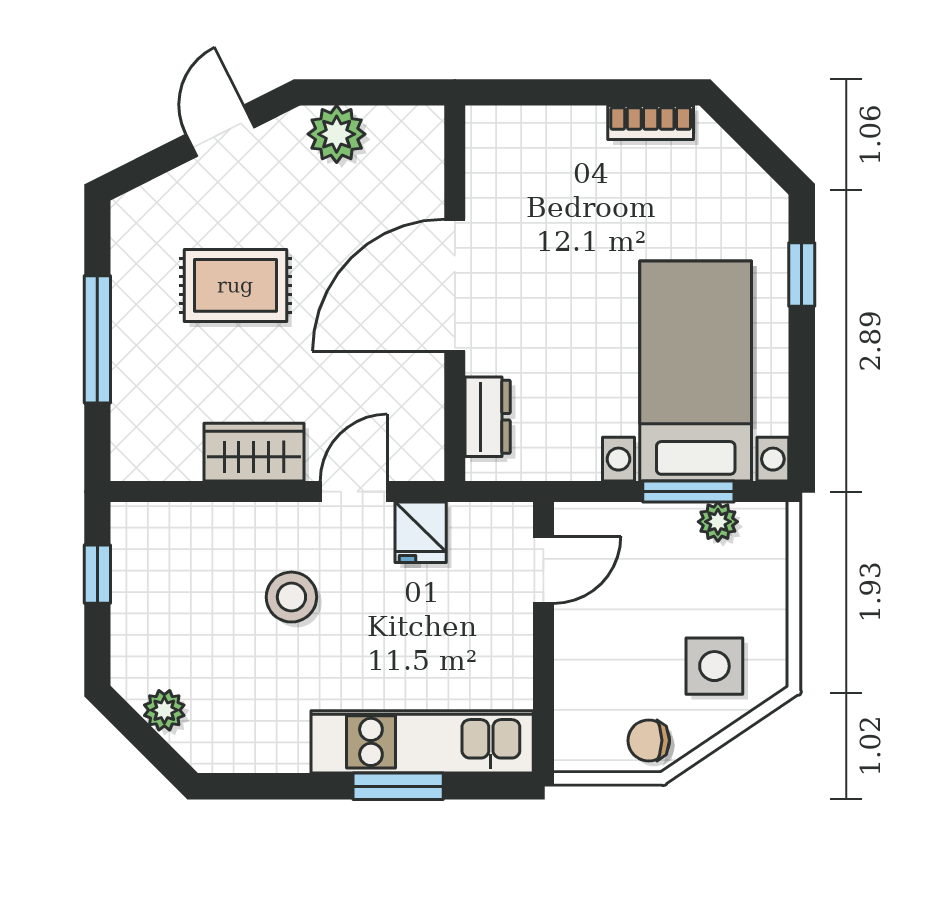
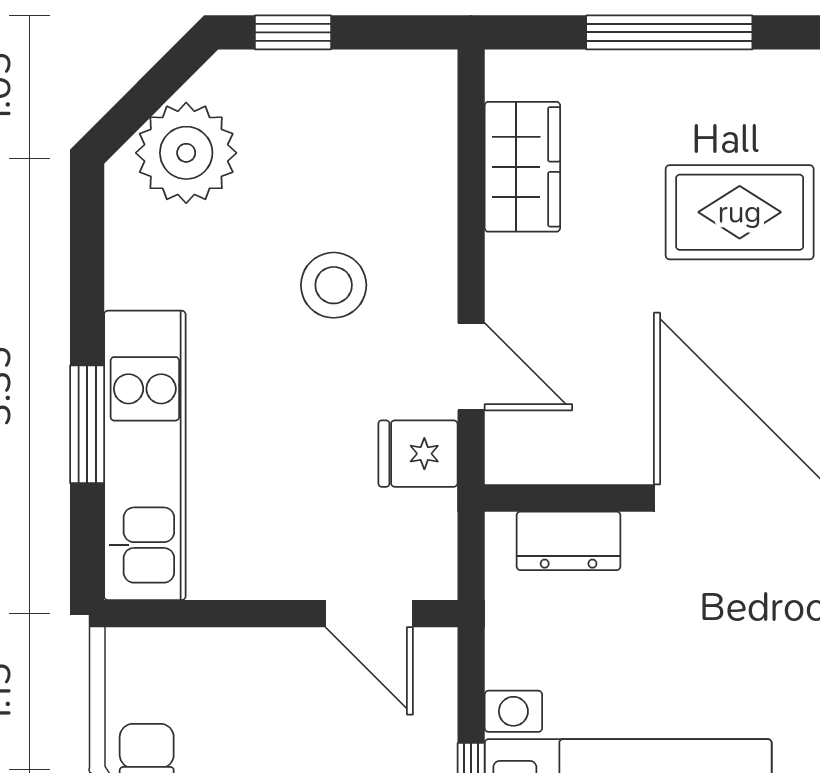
rug: (235, 285) -> (740, 212), turned 90
wardrobe: (254, 452) -> (522, 167), moved
window: (97, 574) -> (293, 32), moved
plant: (164, 710) -> (186, 153), width x1.87, depth x1.87

